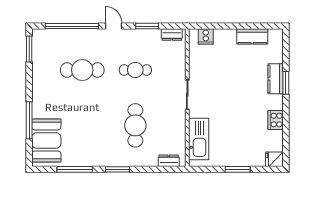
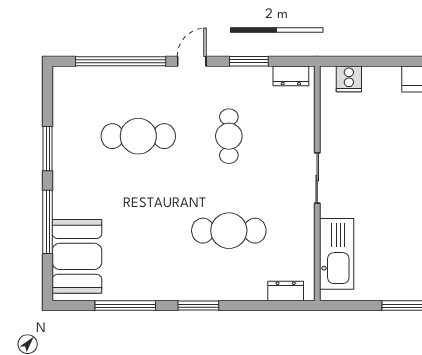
door: (114, 26) -> (192, 61), hinge flipped
window: (29, 49) -> (48, 149), moved
cafe table: (135, 70) -> (229, 136), turned 90
cafe table: (135, 125) -> (229, 231), turned 90

